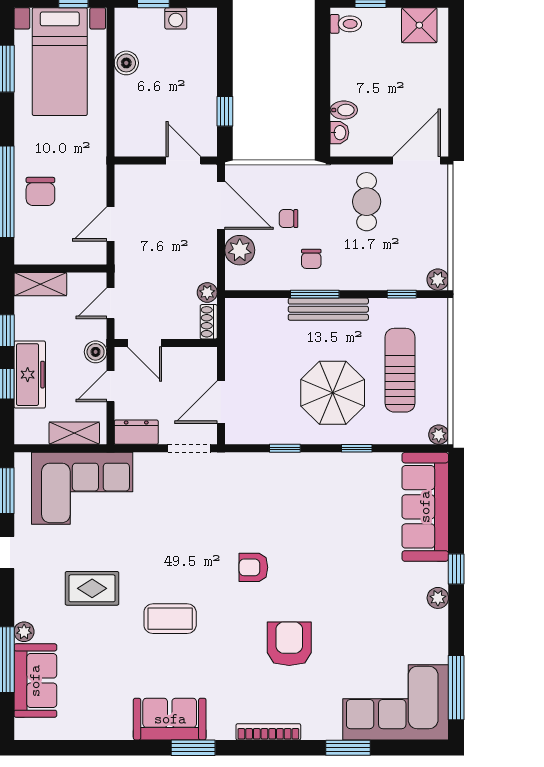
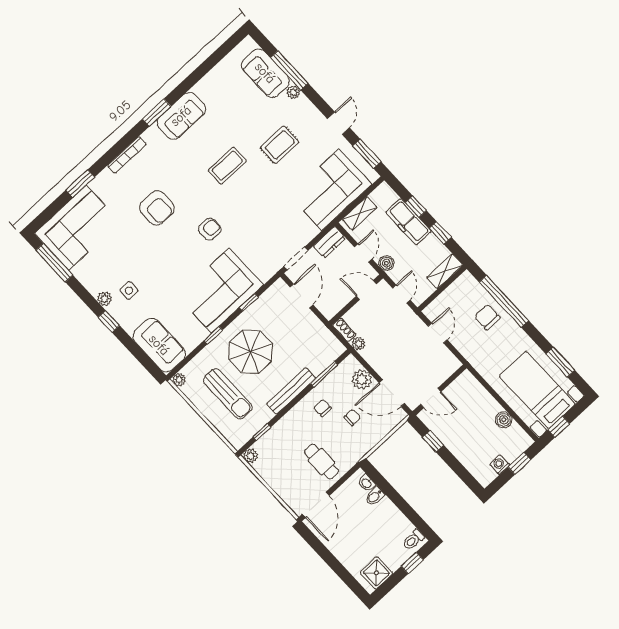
window: (315, 294) -> (324, 374), moved
corner sofa: (303, 490) -> (221, 290), added
sofa: (425, 507) -> (159, 345), width x0.73
side table: (403, 582) -> (129, 291), added

